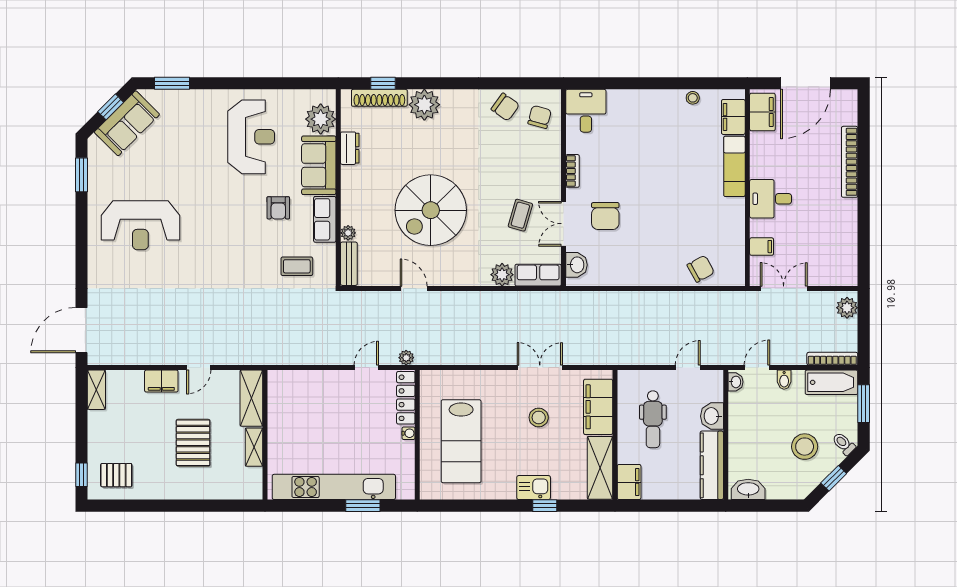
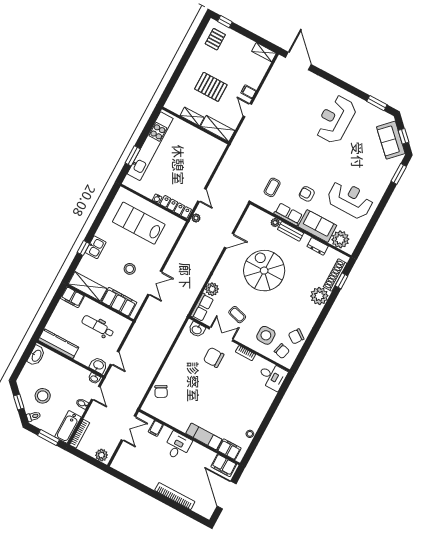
reception desk: (251, 137) -> (350, 199), turned 180
side table: (528, 154) -> (266, 335), added
bench: (349, 264) -> (291, 231), moved
filing cabinet: (161, 381) -> (248, 92), width x0.50
washbasin: (712, 416) -> (98, 365), moved

